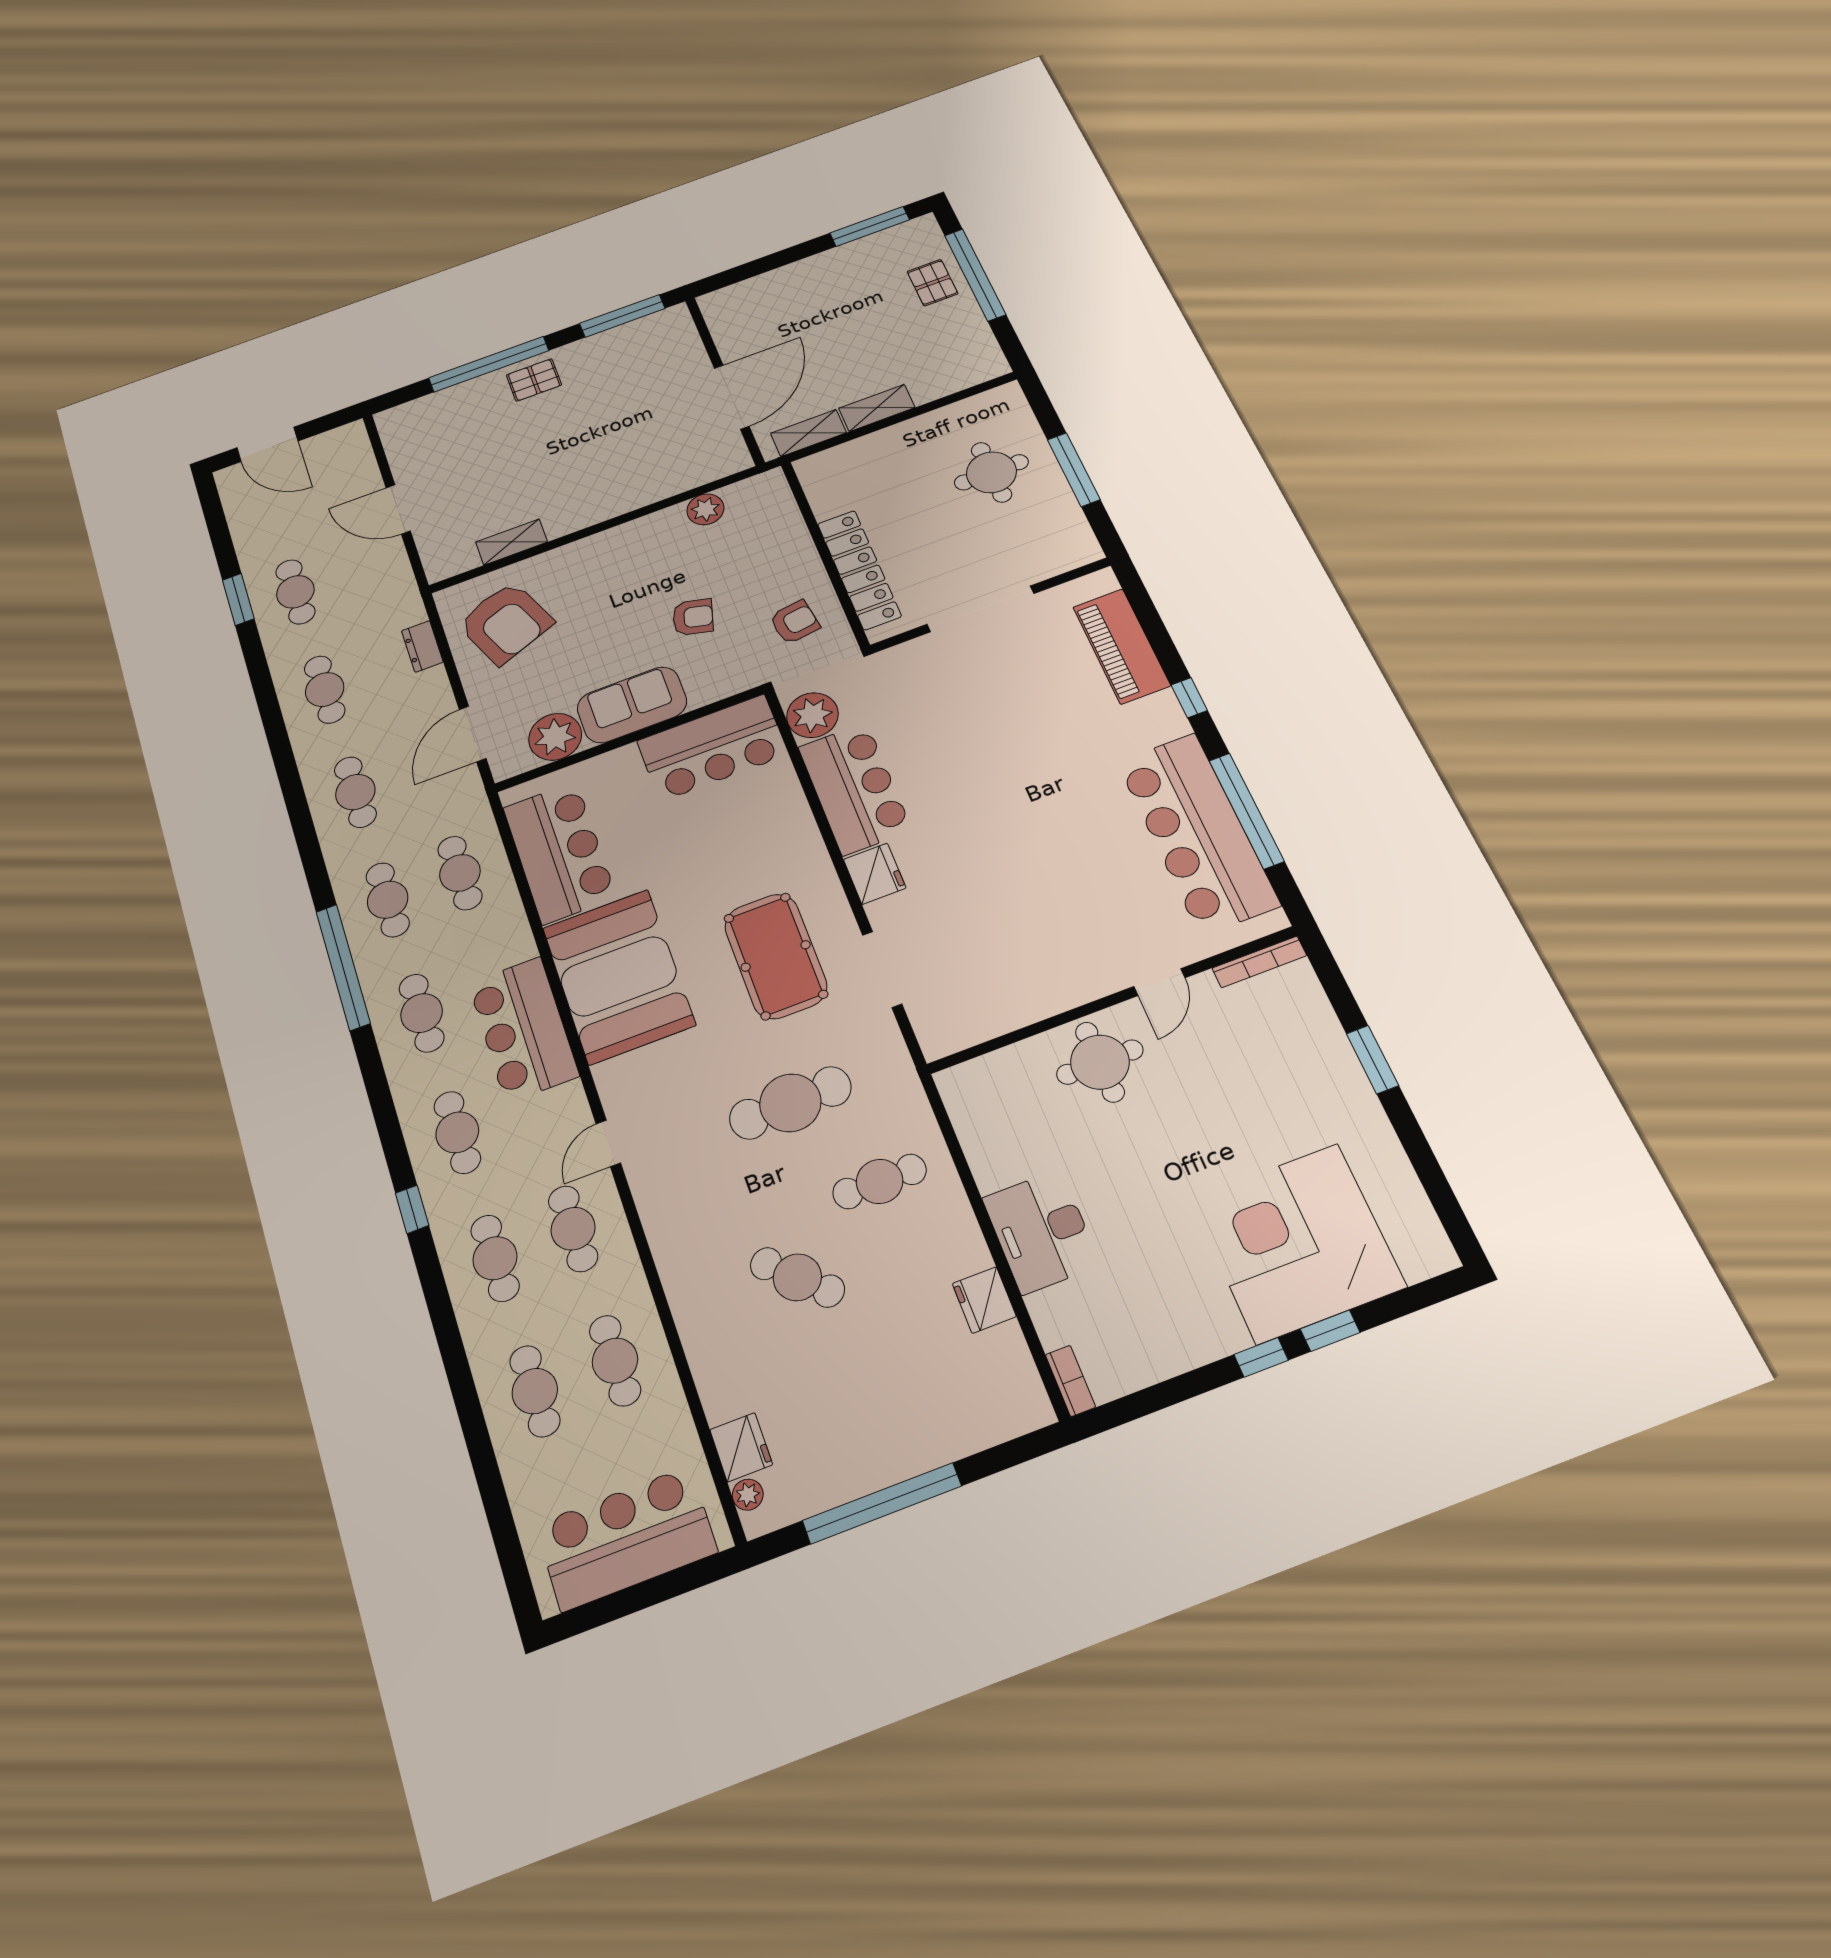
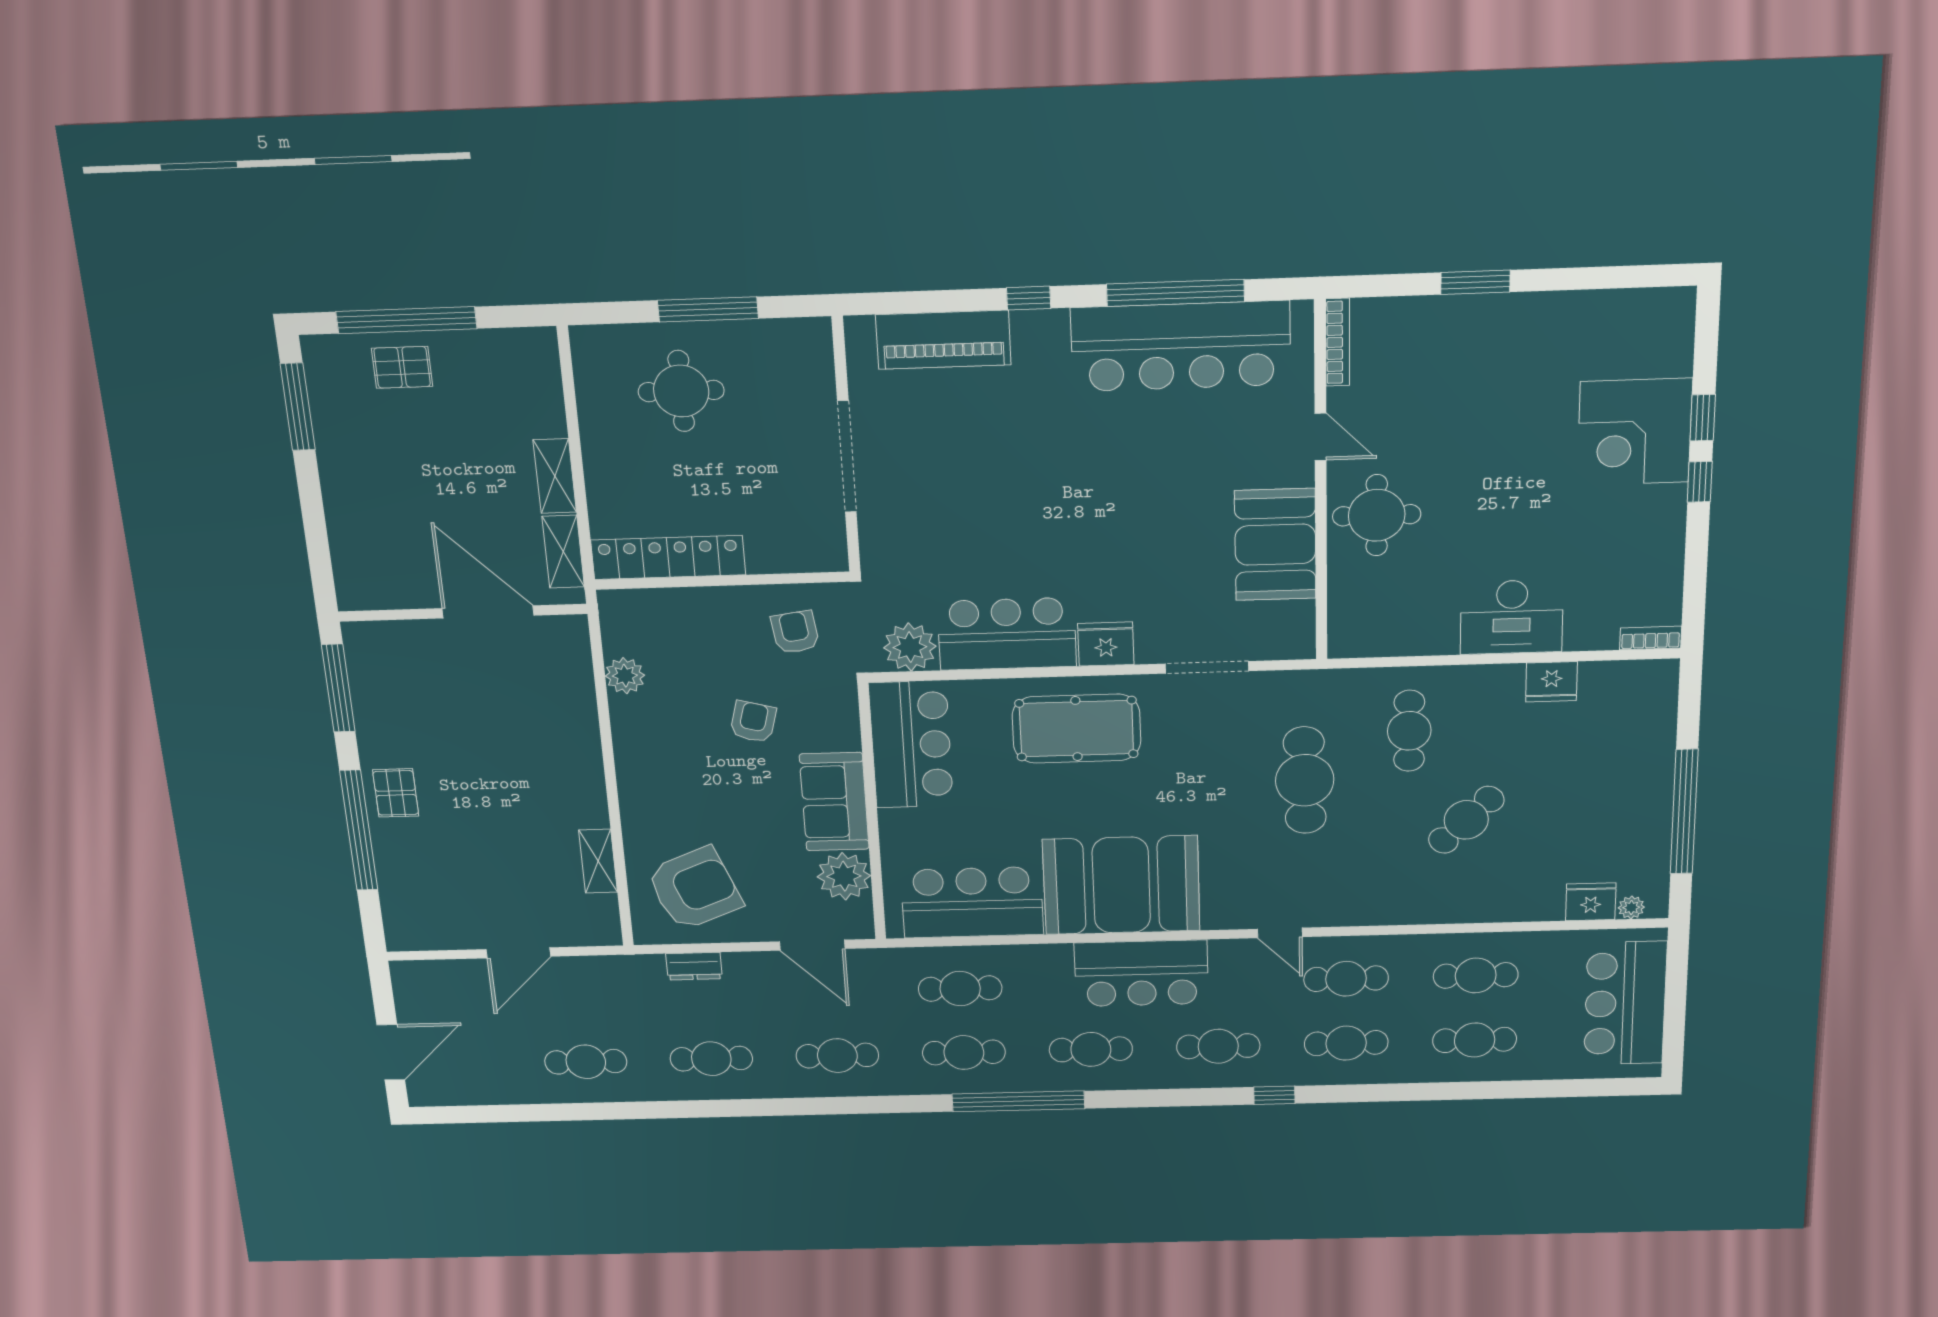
locker: (859, 570) -> (668, 557), moved
window: (238, 599) -> (576, 1112), removed
pool table: (776, 956) -> (1076, 729), moved
booth: (1033, 983) -> (1275, 545), added
corner desk: (1297, 1243) -> (1635, 432), width x0.74, depth x0.74

